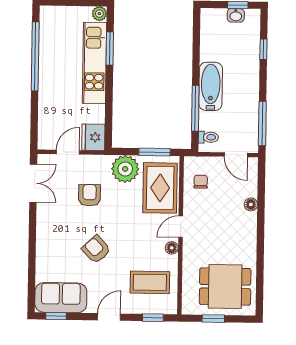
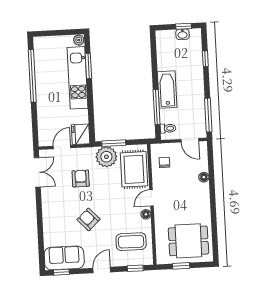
window: (155, 152) -> (114, 143), moved

